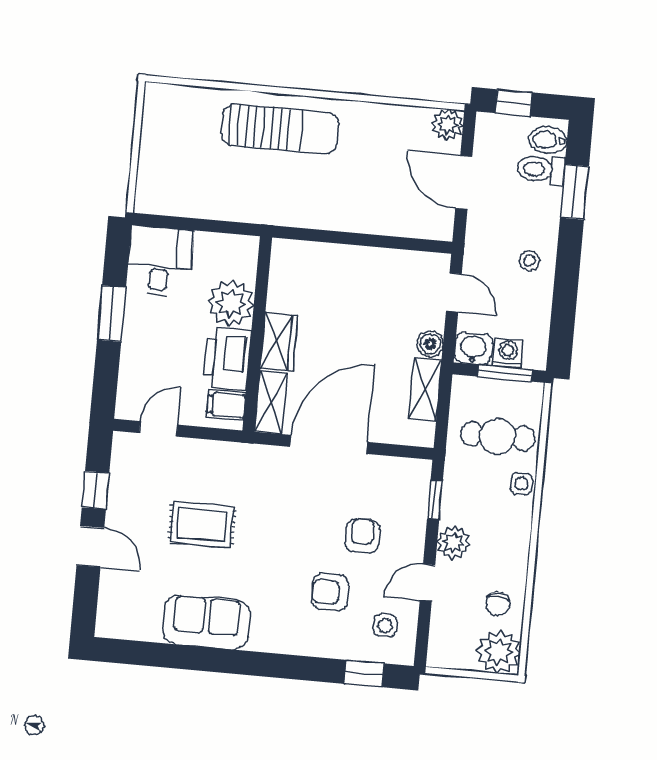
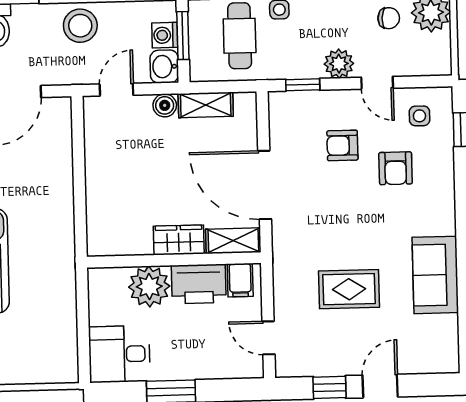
stool: (530, 261) -> (80, 26), width x1.89, depth x1.89
rug: (202, 525) -> (349, 289), turned 90

